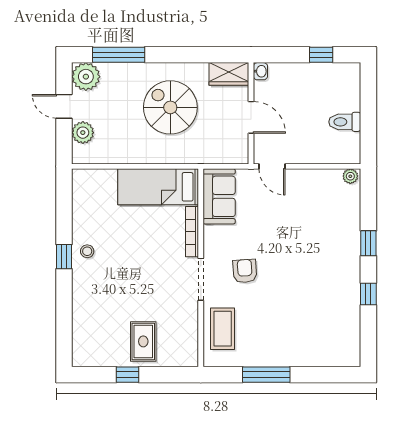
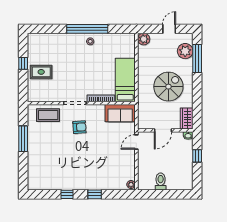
window: (321, 55) -> (197, 156), moved
plant: (86, 77) -> (185, 51), moved
plant: (83, 133) -> (144, 39), moved
window: (64, 257) -> (87, 29), width x3.17

